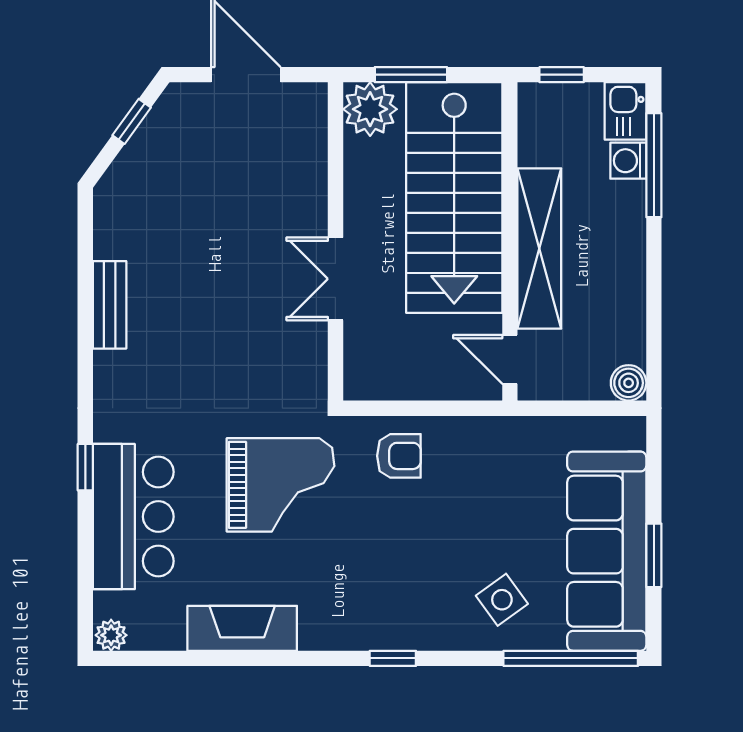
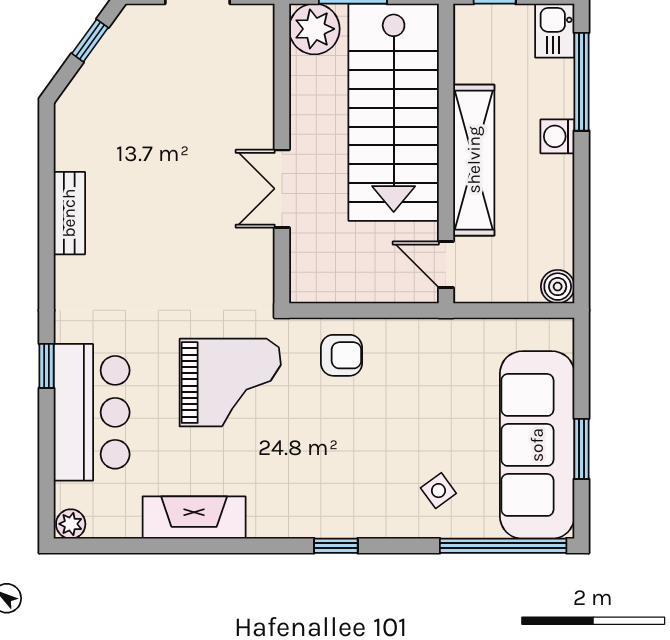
washing machine: (628, 161) -> (557, 136), moved
side table: (502, 600) -> (438, 491), width x0.73, depth x0.73

